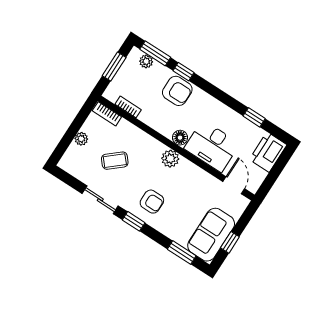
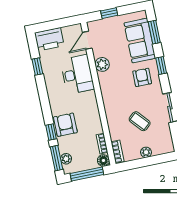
window: (114, 67) -> (87, 174), width x1.44
floor lamp: (180, 138) -> (103, 161), moved
plant: (170, 159) -> (102, 64), moved
window: (134, 221) -> (161, 65), moved
sofa: (211, 235) -> (140, 41), moved, turned 90
window: (230, 242) -> (109, 13), moved

